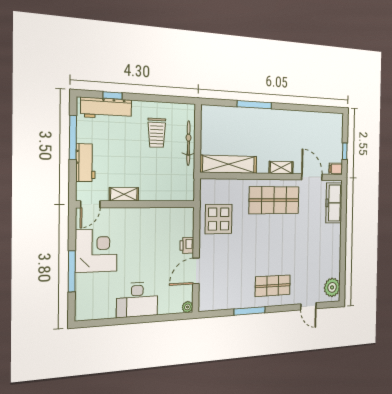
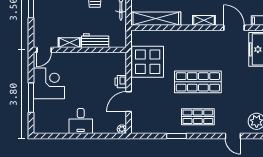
workbench: (85, 163) -> (95, 41), moved, turned -90
shop shelf: (274, 200) -> (198, 82), moved
display table: (219, 219) -> (148, 62), width x1.36, depth x1.36
desk: (137, 300) -> (81, 121), width x0.73
window: (250, 311) -> (177, 136), width x0.69

